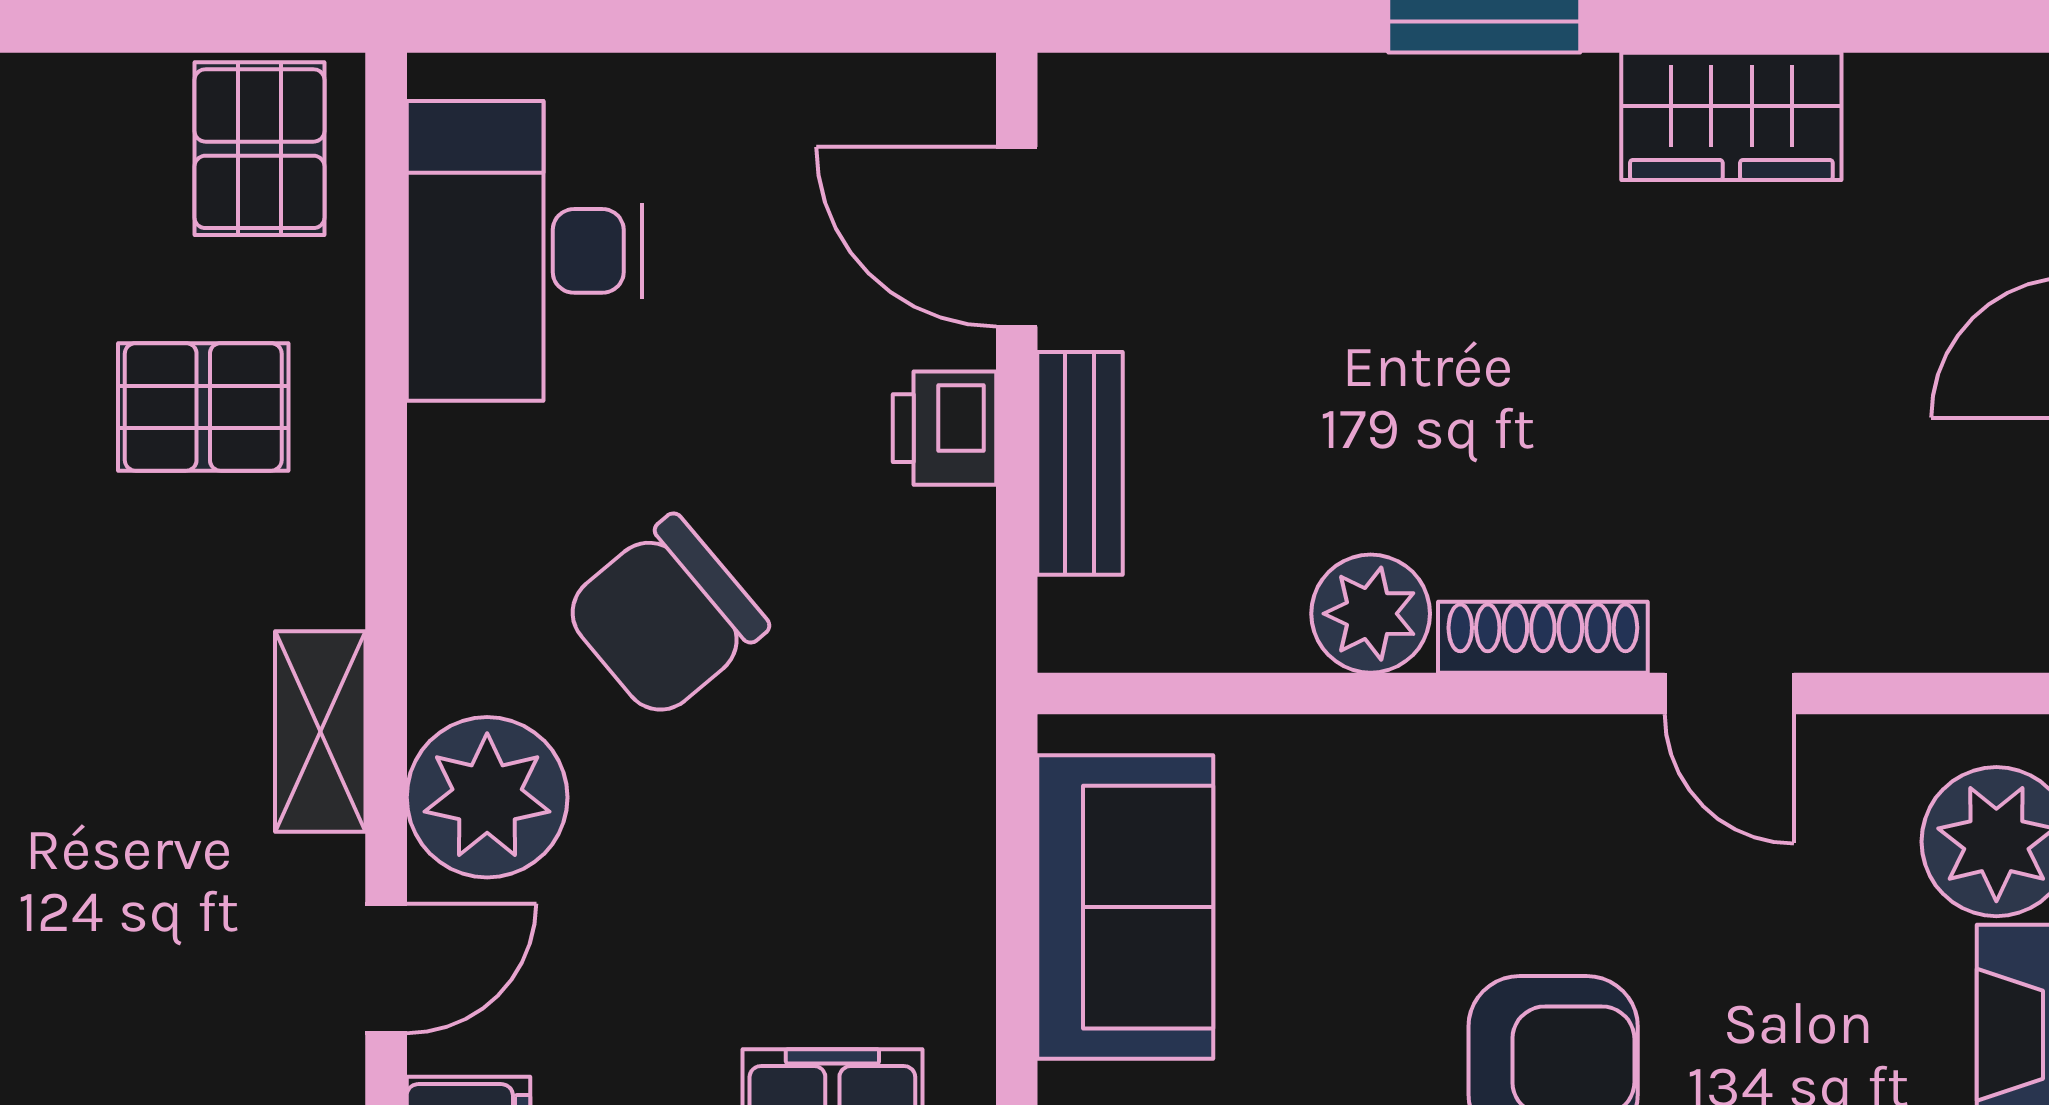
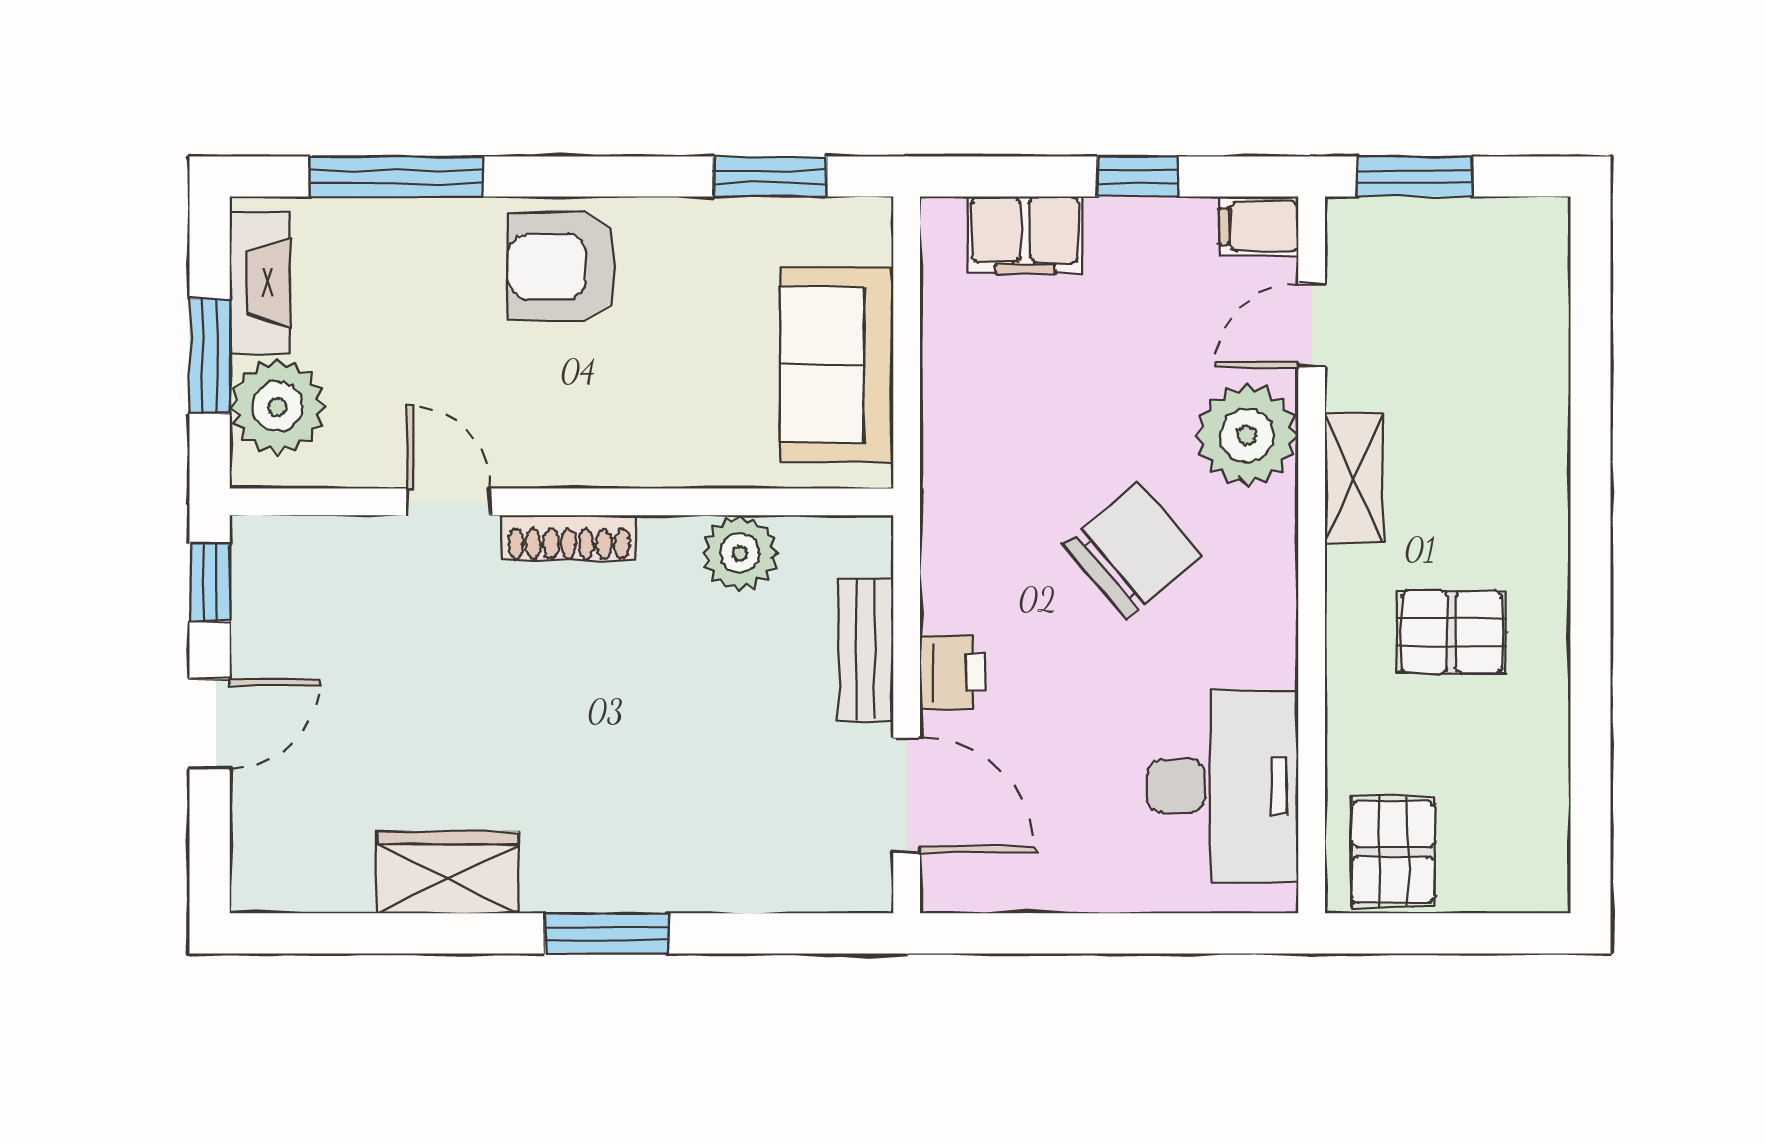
pallet: (203, 407) -> (1451, 632), moved
plant: (1371, 614) -> (740, 553), moved

